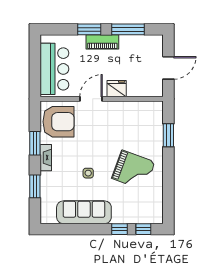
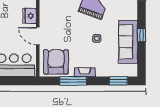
window: (35, 143) -> (73, 81), width x1.44
window: (35, 186) -> (118, 81), moved
window: (120, 229) -> (142, 35), moved

